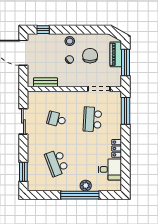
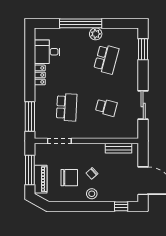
chair: (90, 56) -> (69, 178), turned -90
school desk: (57, 163) -> (106, 59), turned 36
plant: (86, 186) -> (96, 34), moved

